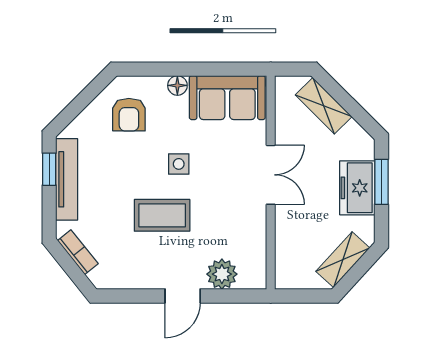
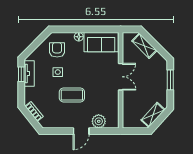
armchair: (129, 115) -> (57, 50), turned 180
side table: (179, 164) -> (58, 72), moved
tv unit: (67, 179) -> (29, 73), width x0.71
freezer: (357, 188) -> (159, 83), removed

